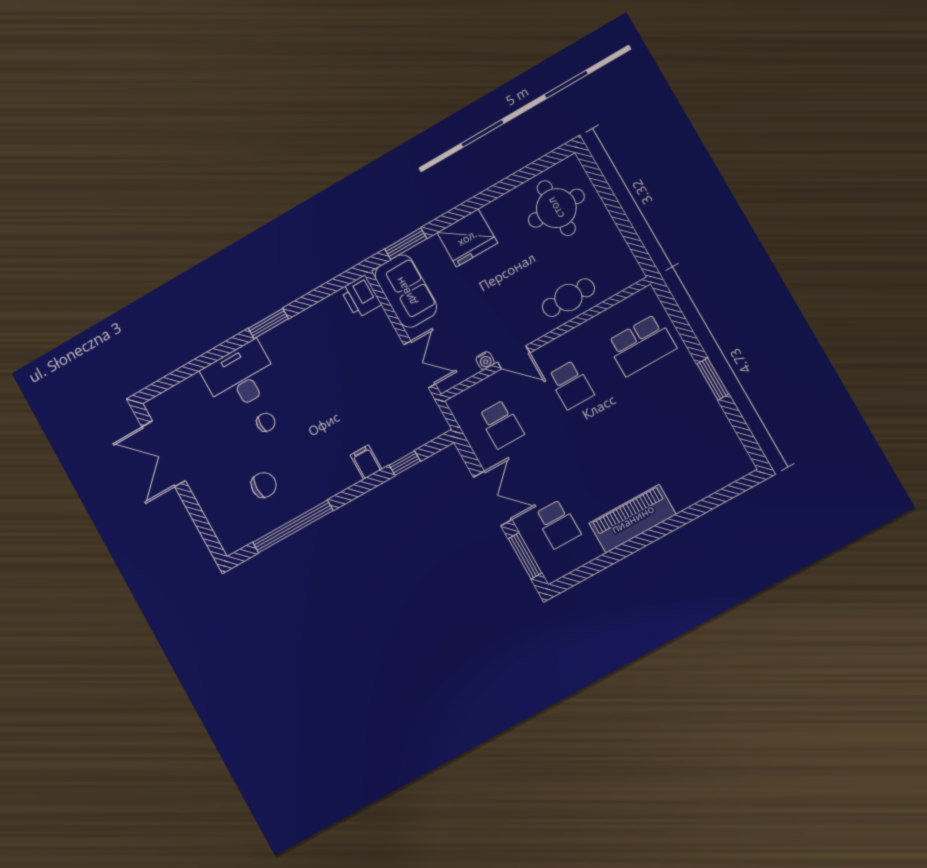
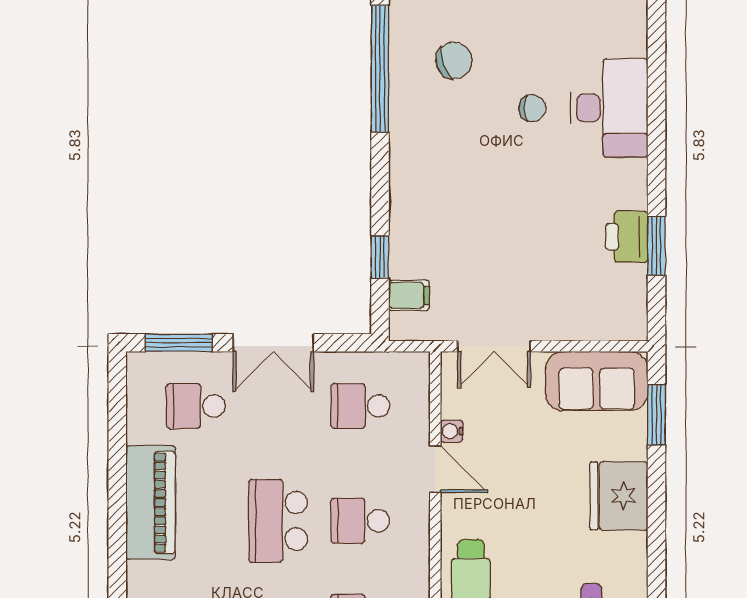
printer: (361, 297) -> (627, 237), moved, turned -90
window: (268, 323) -> (656, 246), moved
door: (514, 357) -> (435, 469), swing flipped
chair: (266, 422) -> (532, 108), turned -90
school desk: (599, 435) -> (278, 521), added
filing cabinet: (366, 462) -> (409, 295), moved
chair: (264, 485) -> (454, 60), turned -109

